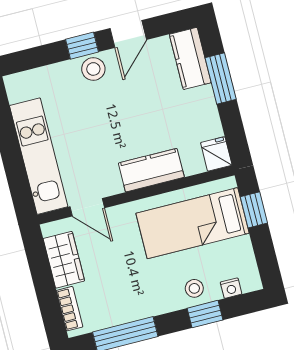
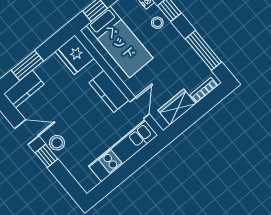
fridge: (216, 154) -> (75, 55), width x1.88, depth x1.34
kitchen counter: (151, 170) -> (109, 91), moved

